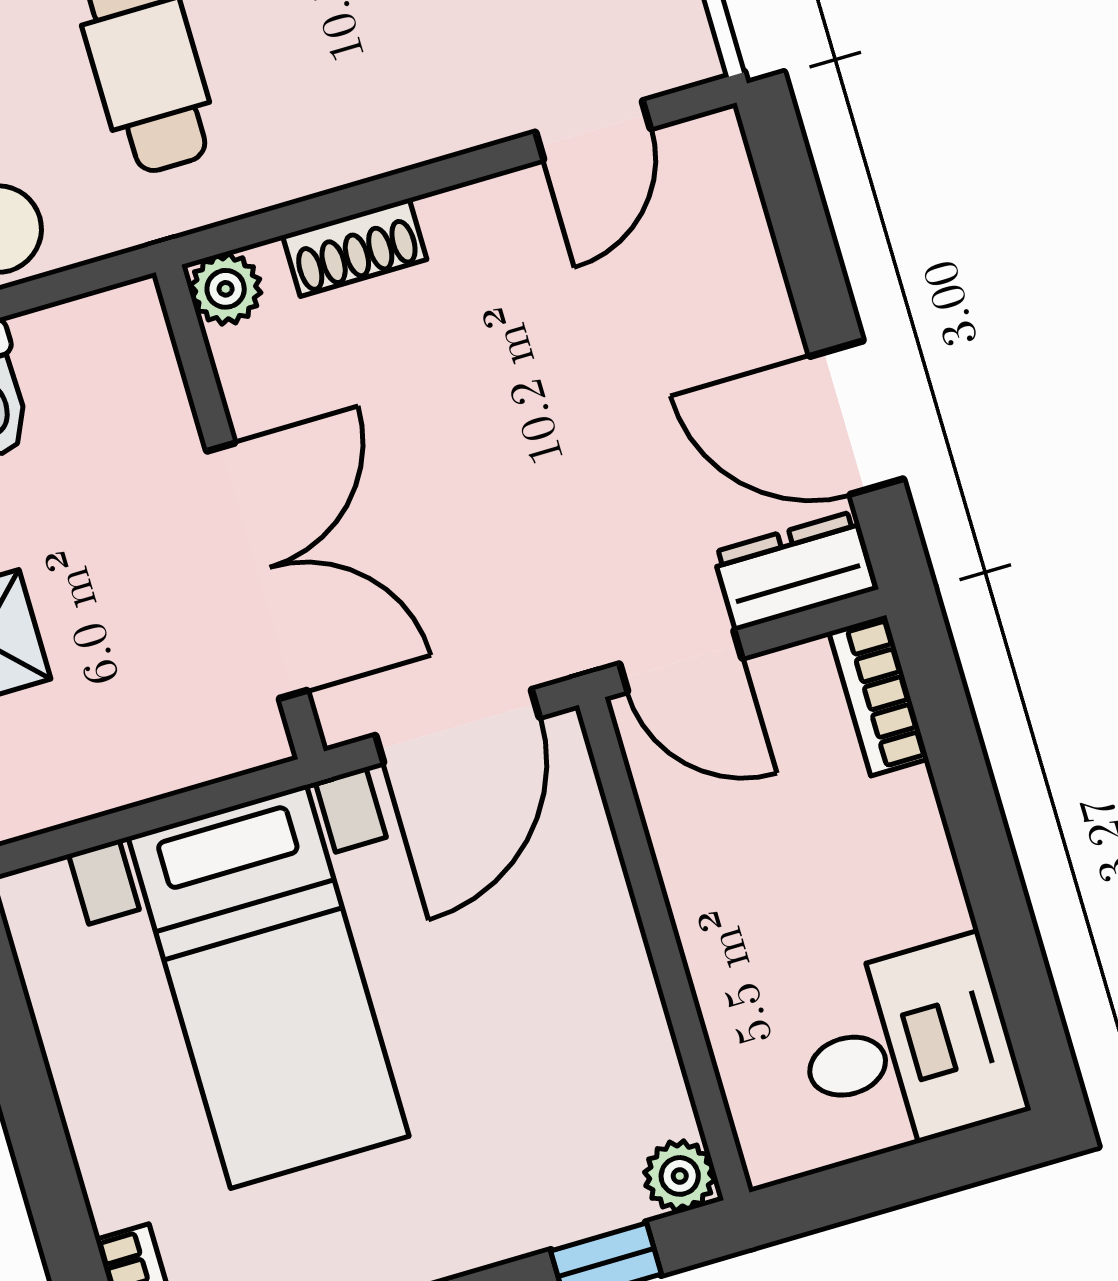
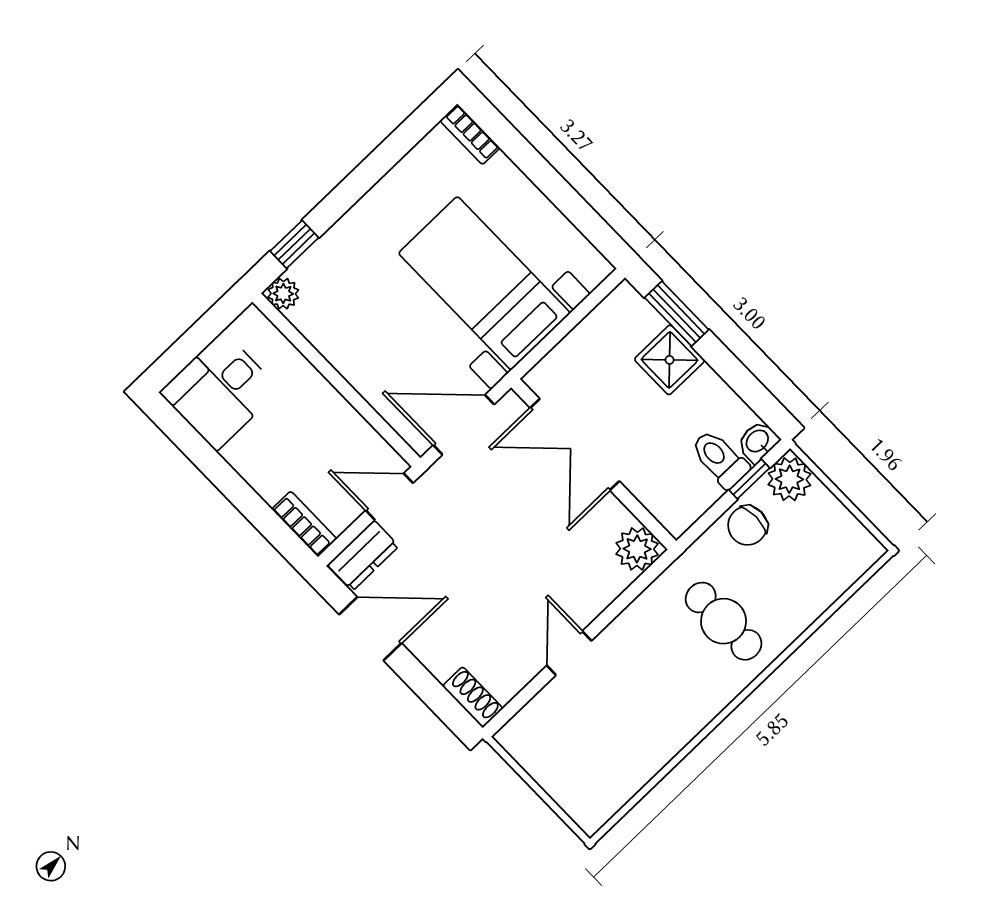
door: (593, 130) -> (569, 653), moved
shoe rack: (355, 247) -> (473, 697), moved, turned 90
plant: (226, 289) -> (637, 549), width x1.38, depth x1.38
door: (457, 726) -> (464, 425), hinge flipped

